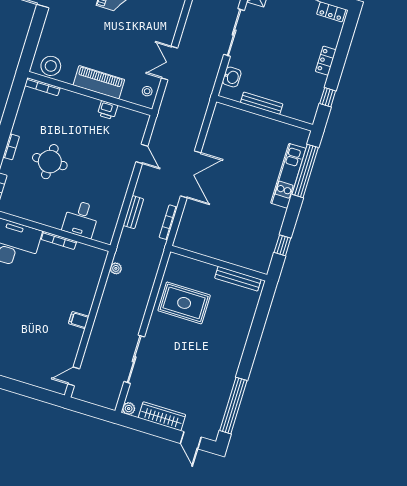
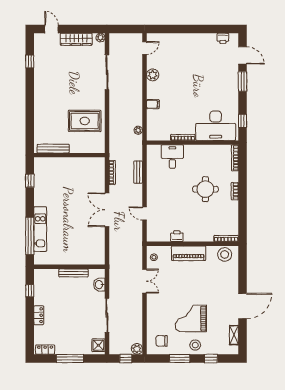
filing cabinet: (79, 320) -> (153, 104), moved
plant: (74, 337) -> (153, 75), added
window: (233, 406) -> (30, 61), width x0.32

